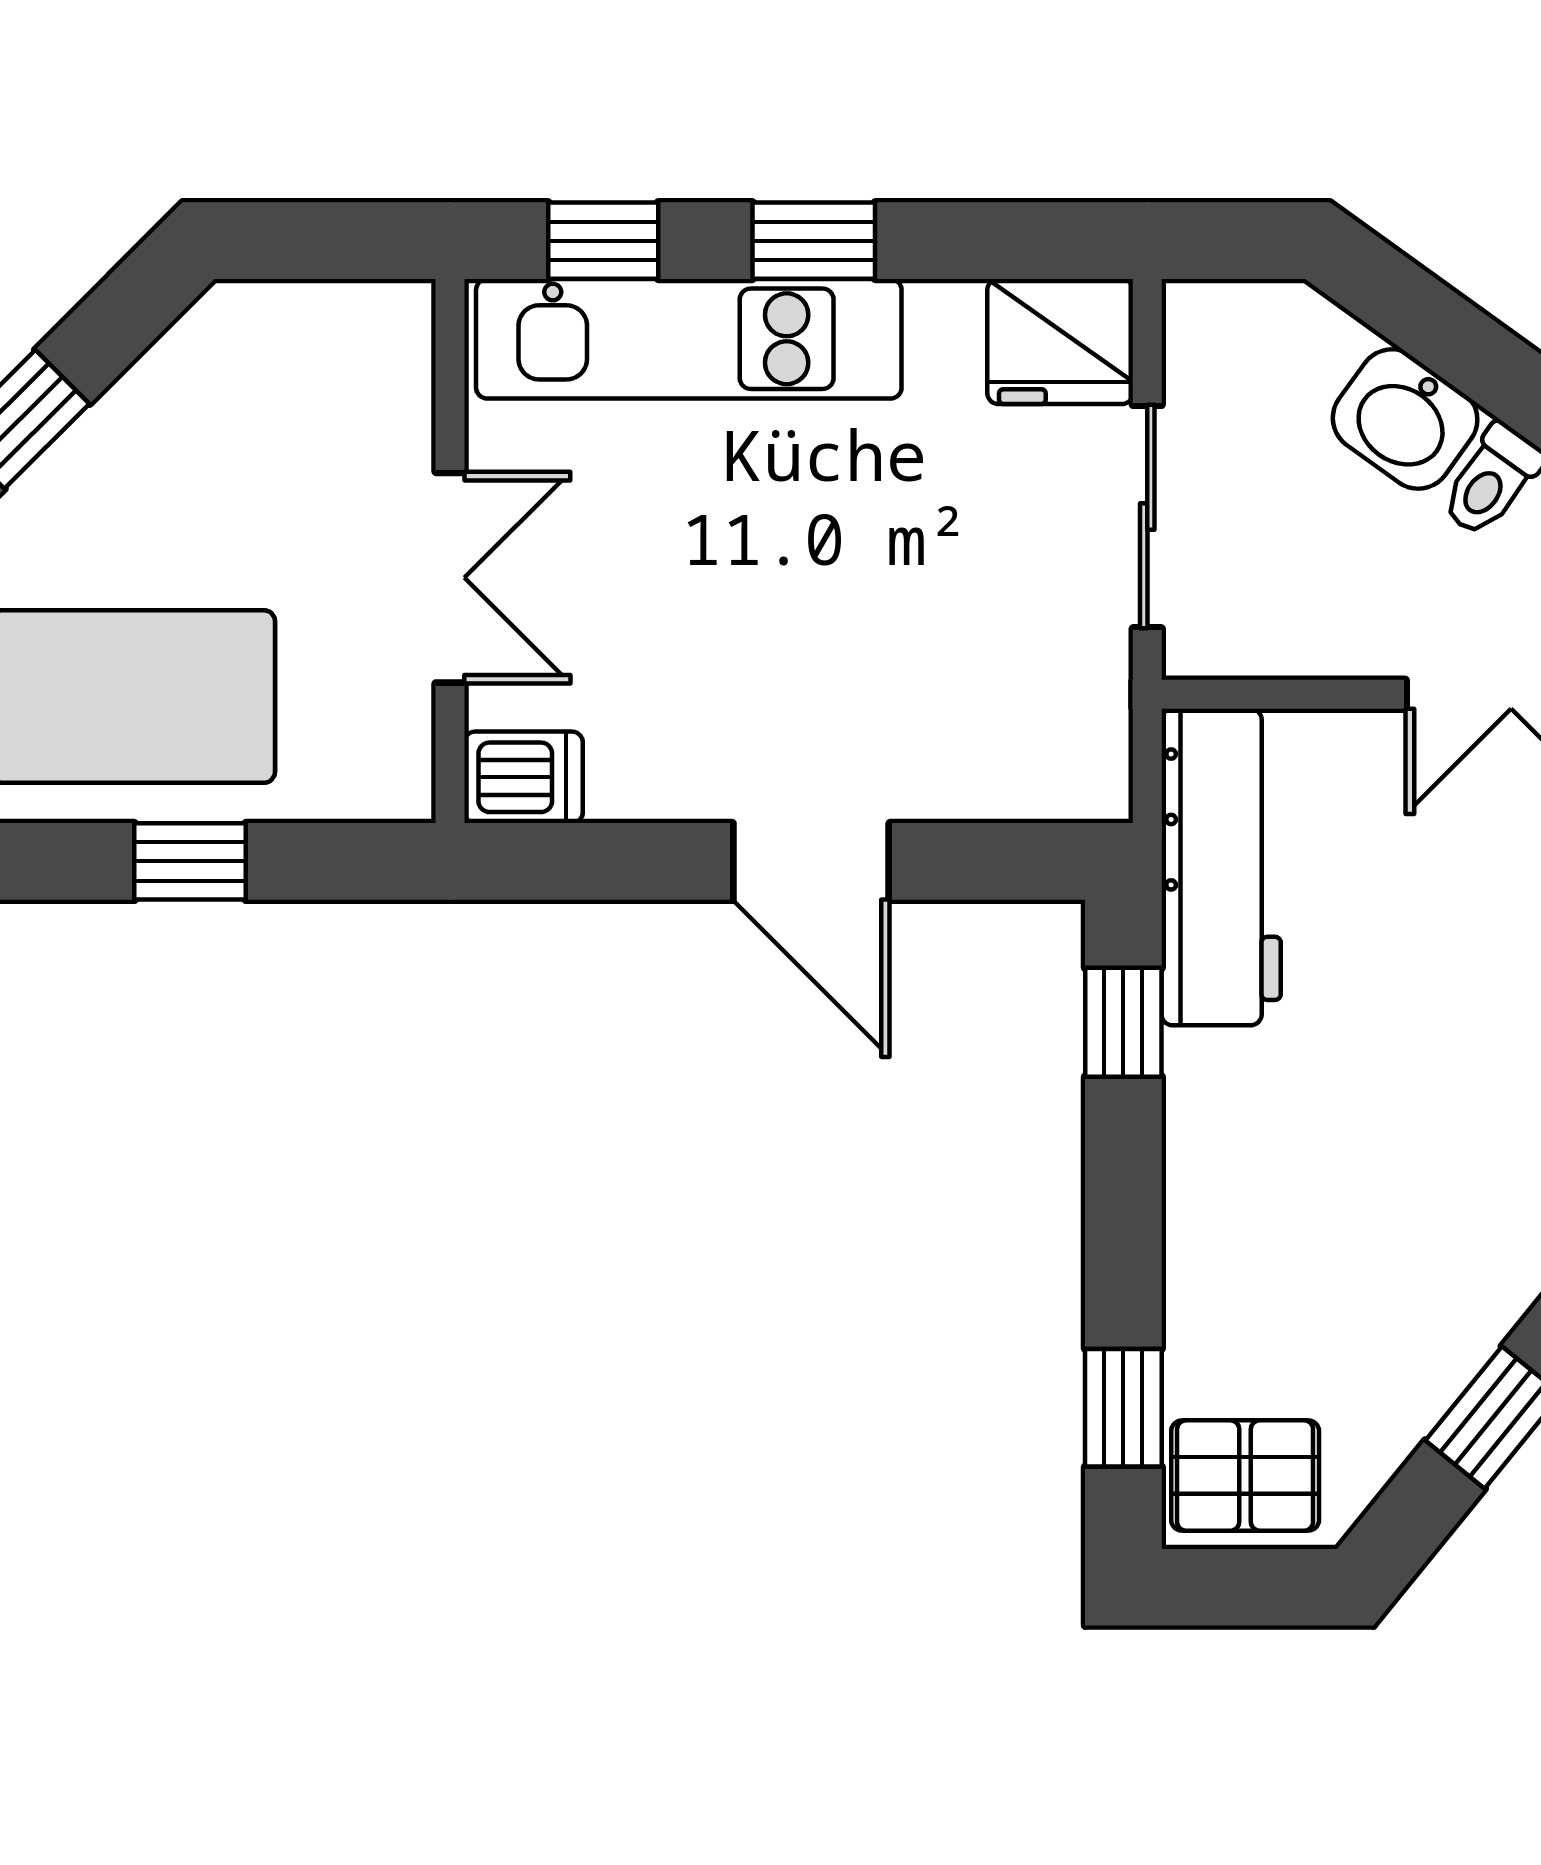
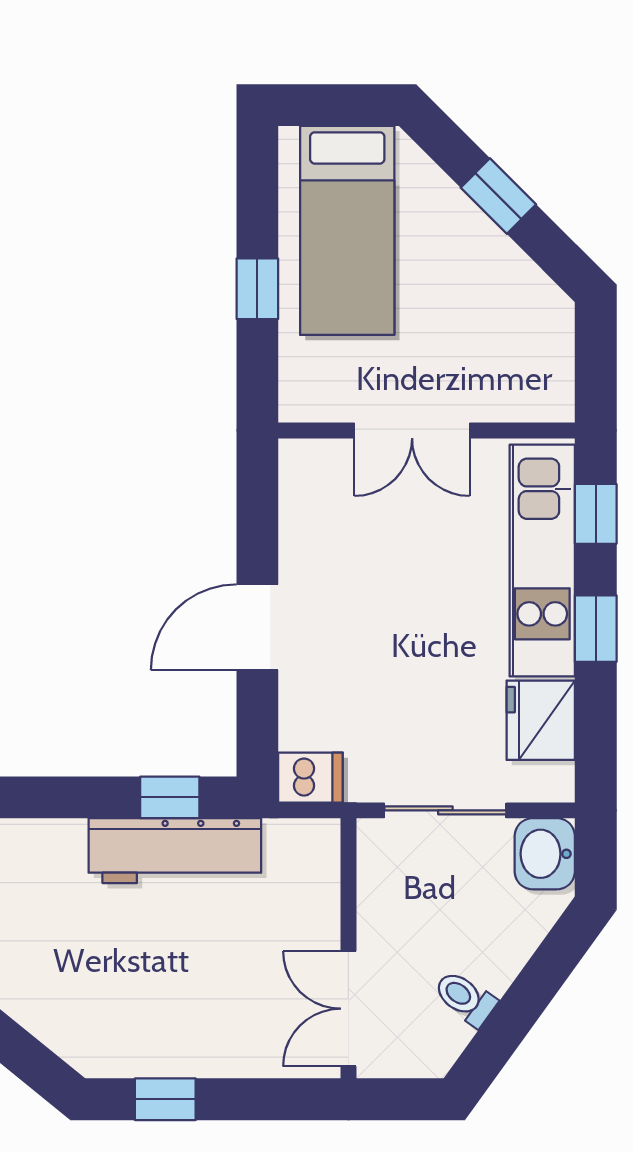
fridge: (1060, 341) -> (541, 720), moved
washbasin: (1405, 419) -> (545, 854), moved, turned -36
dishwasher: (524, 777) -> (310, 778), moved, turned -90
workbench: (1221, 867) -> (175, 851), moved

